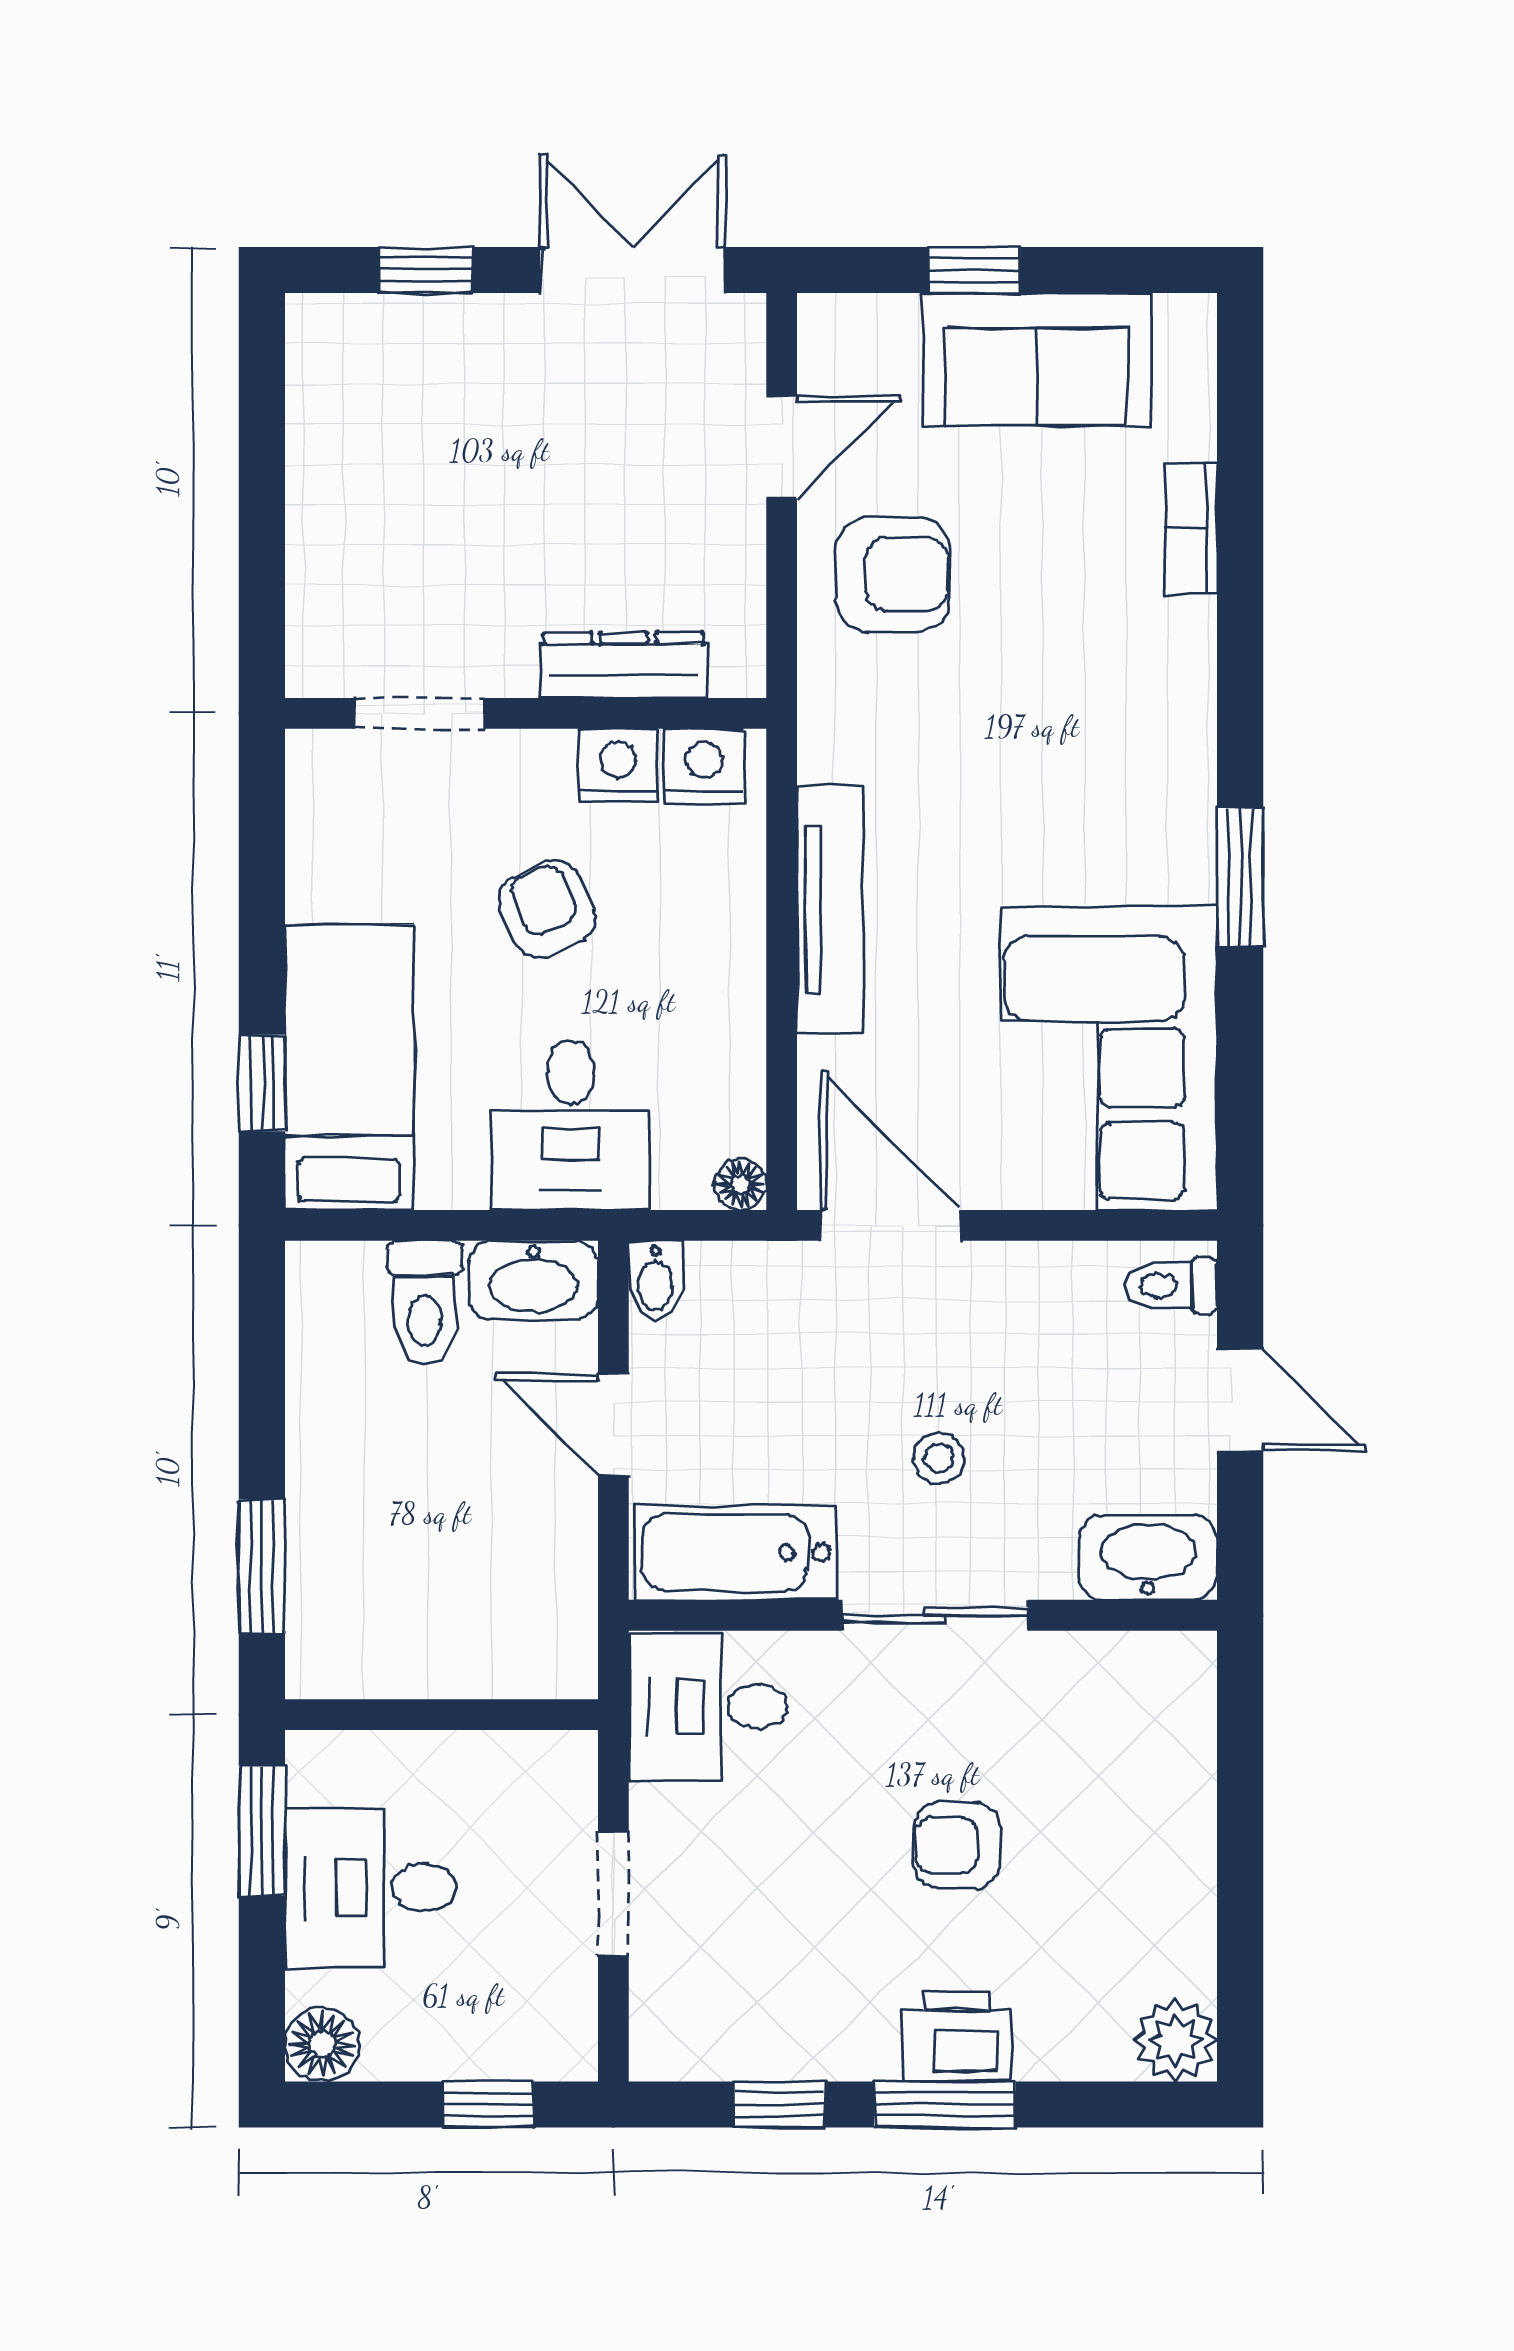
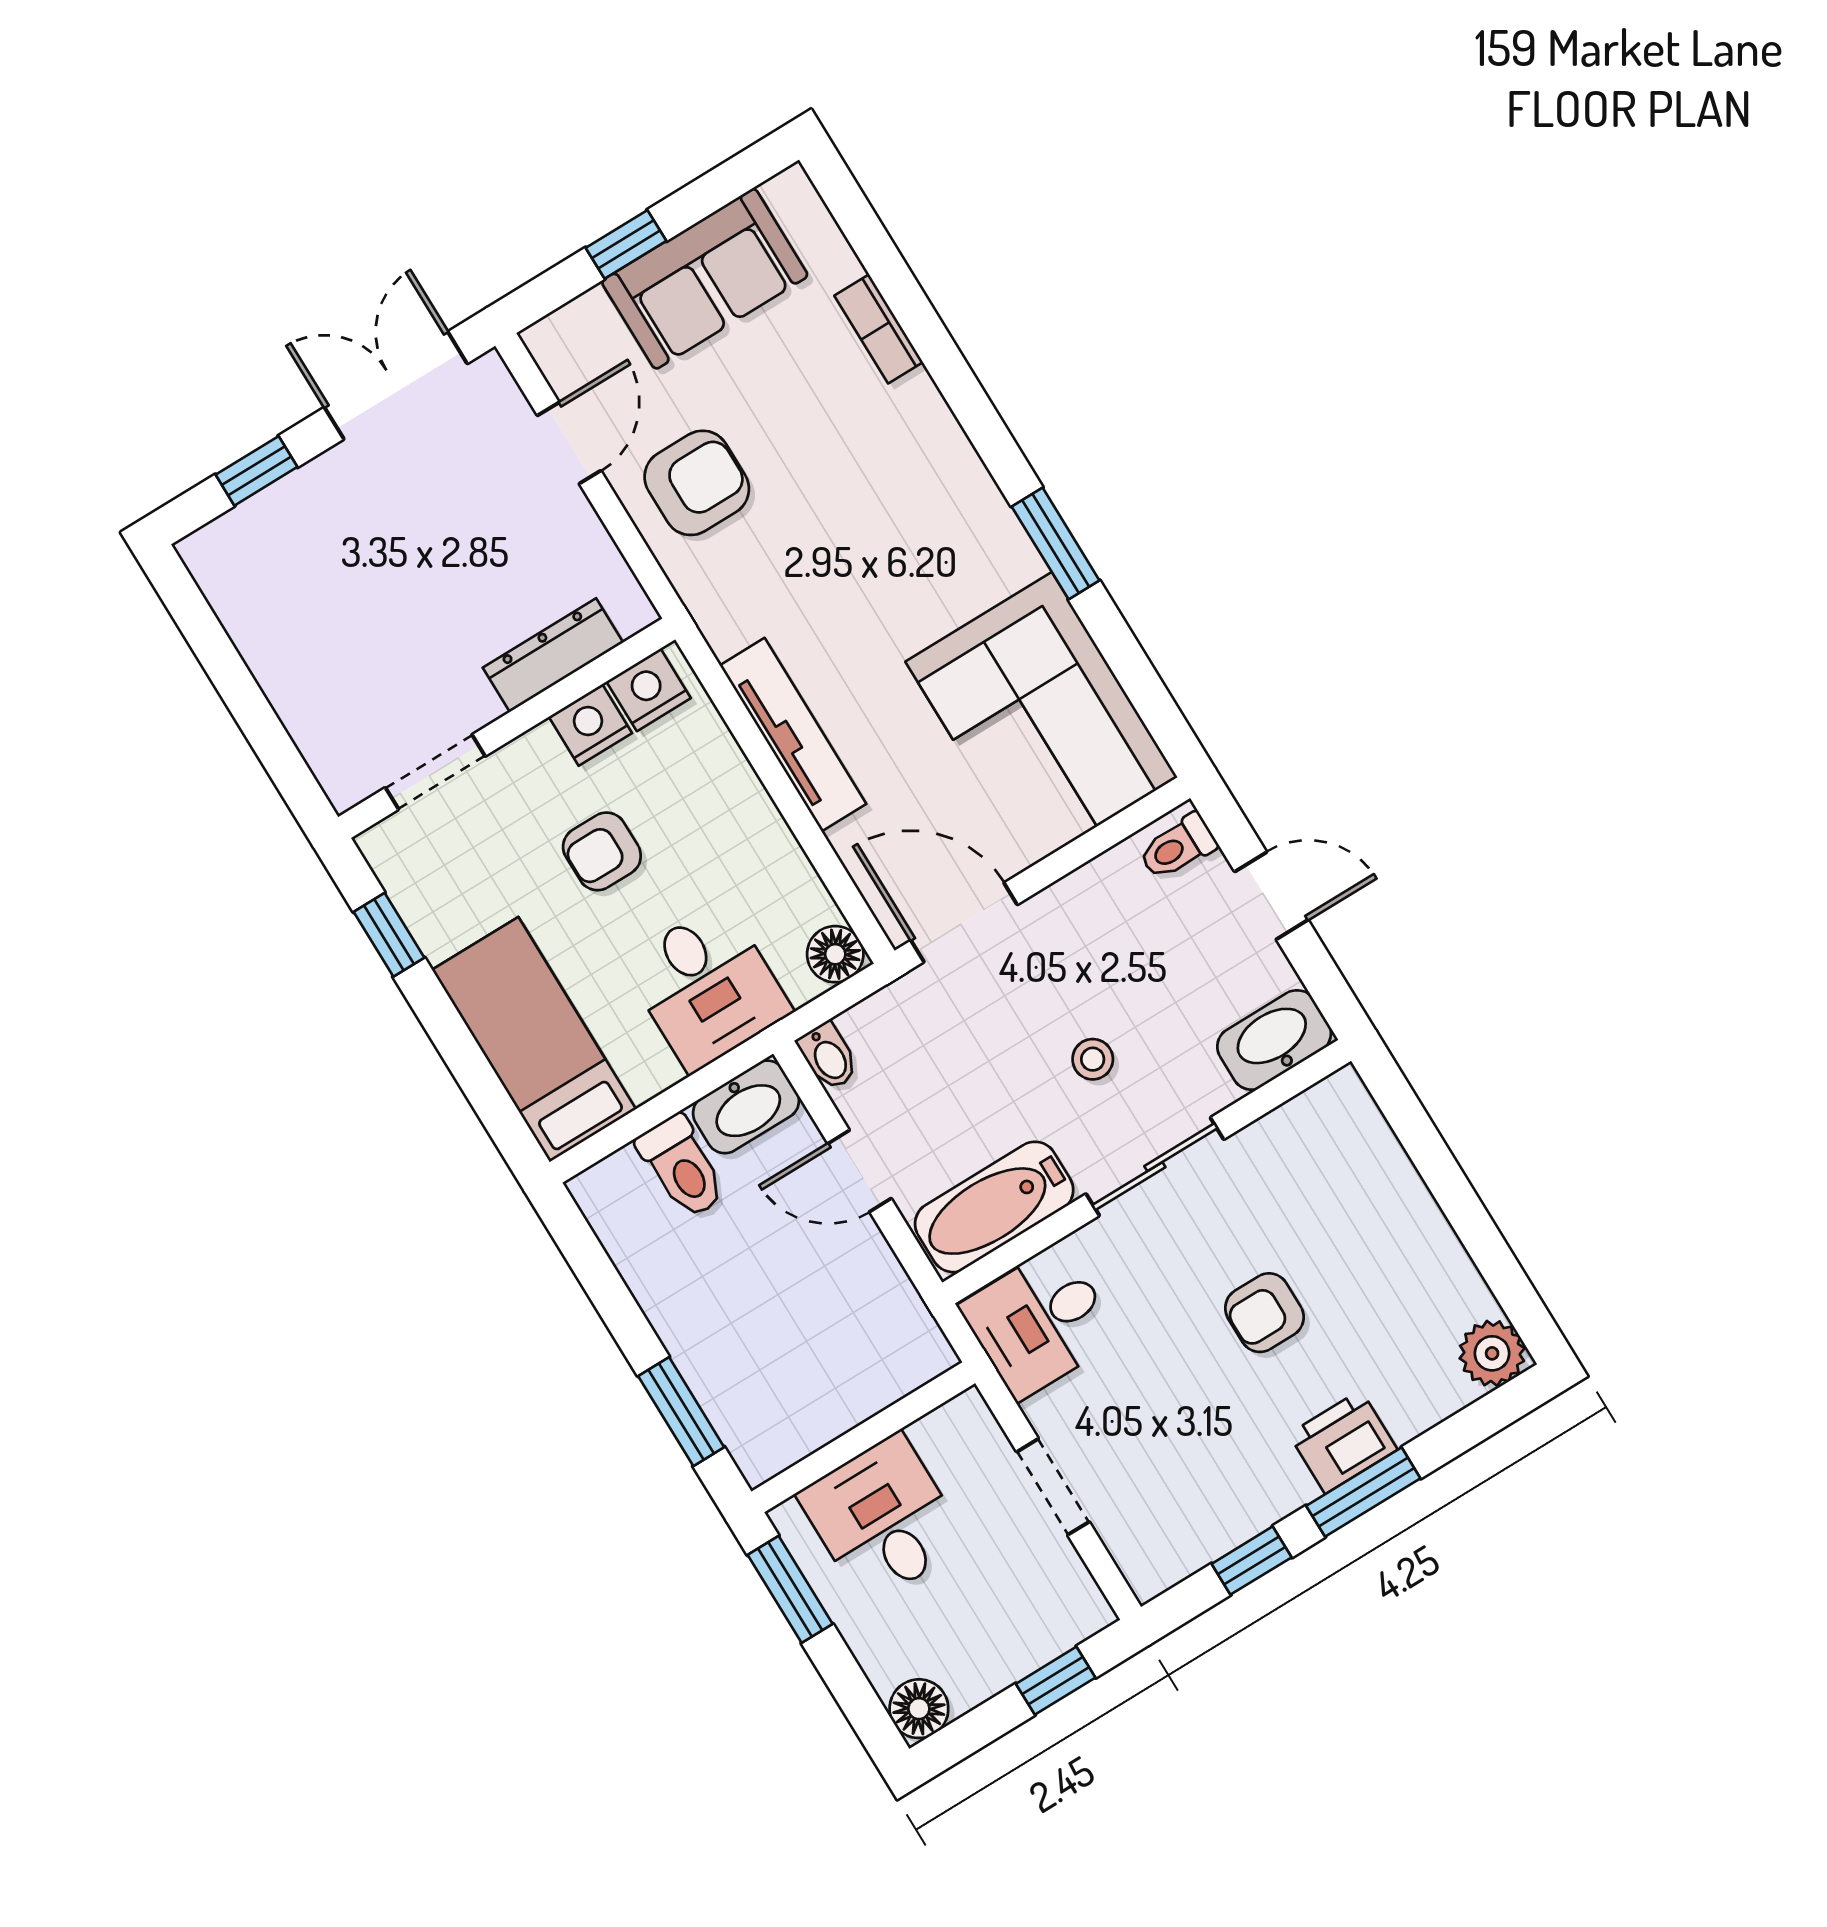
armchair: (547, 909) -> (602, 851), turned -67
window: (262, 1083) -> (389, 935), moved
floor lamp: (740, 1184) -> (835, 954), width x1.37, depth x1.37
desk: (370, 1887) -> (883, 1519), moved, turned 90

